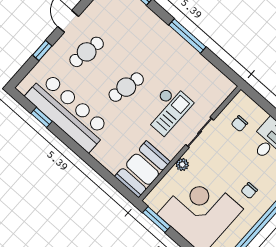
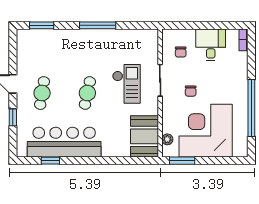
plant: (182, 165) -> (167, 139), moved
chair: (249, 191) -> (191, 91), moved

